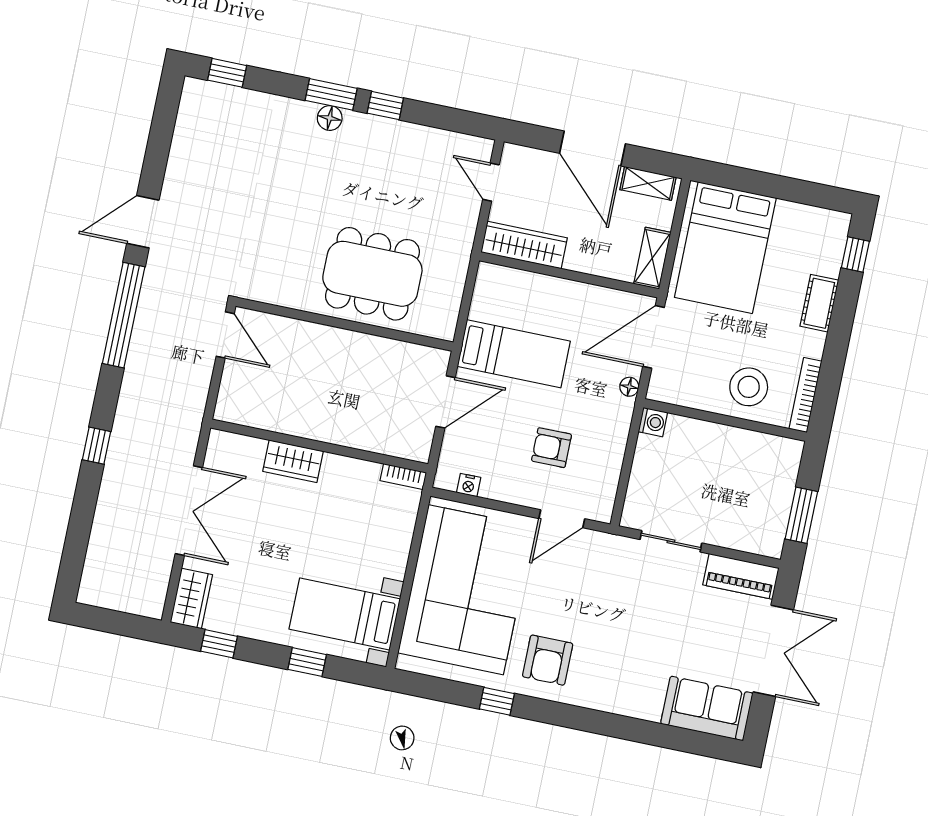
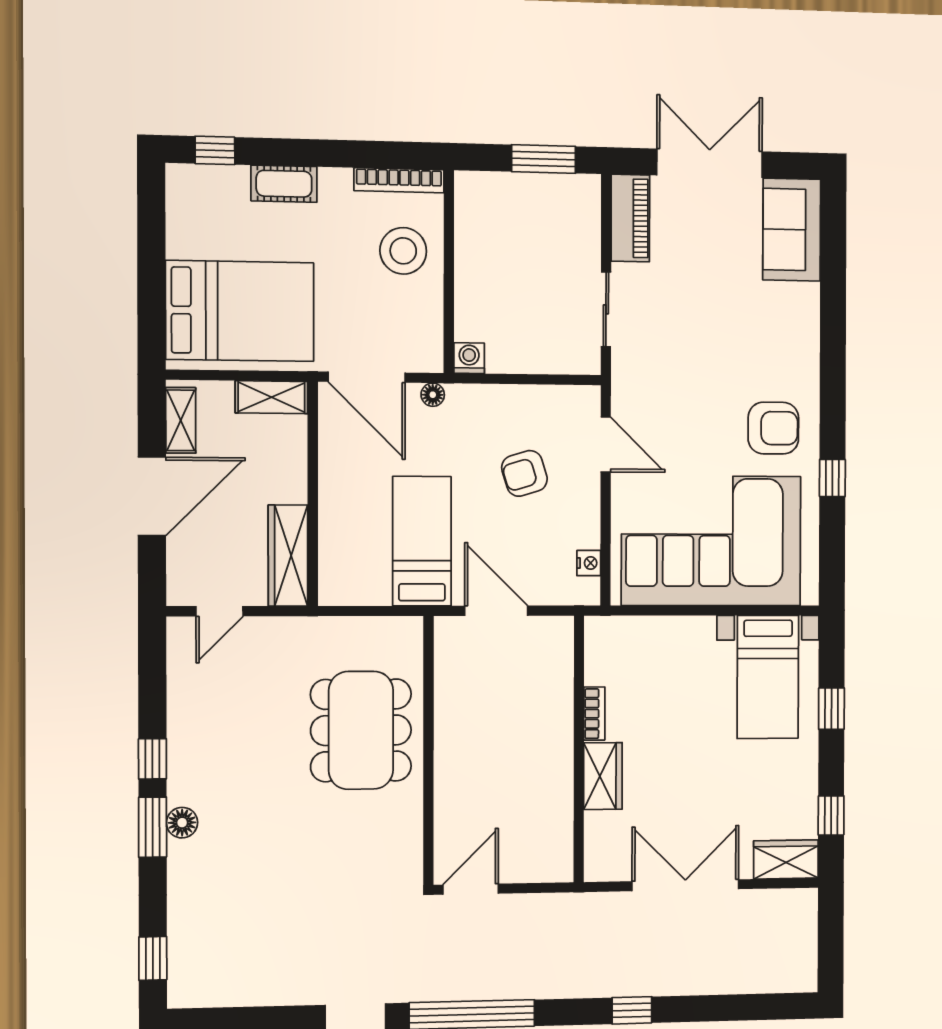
armchair: (552, 448) -> (524, 473), turned 73
bookcase: (403, 477) -> (594, 714), moved

